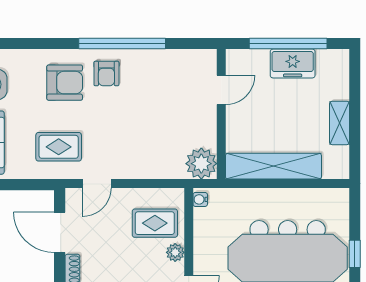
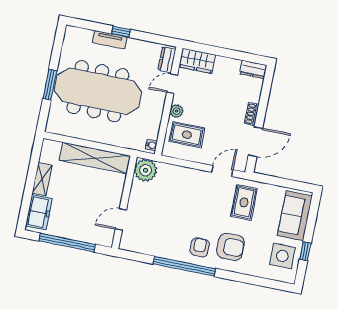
freezer: (293, 64) -> (39, 212), moved, turned 90
armchair: (65, 83) -> (231, 247), turned 180
rug: (59, 147) -> (244, 202), turned 90
door: (60, 232) -> (255, 142), hinge flipped
window: (355, 254) -> (50, 85), width x1.50

